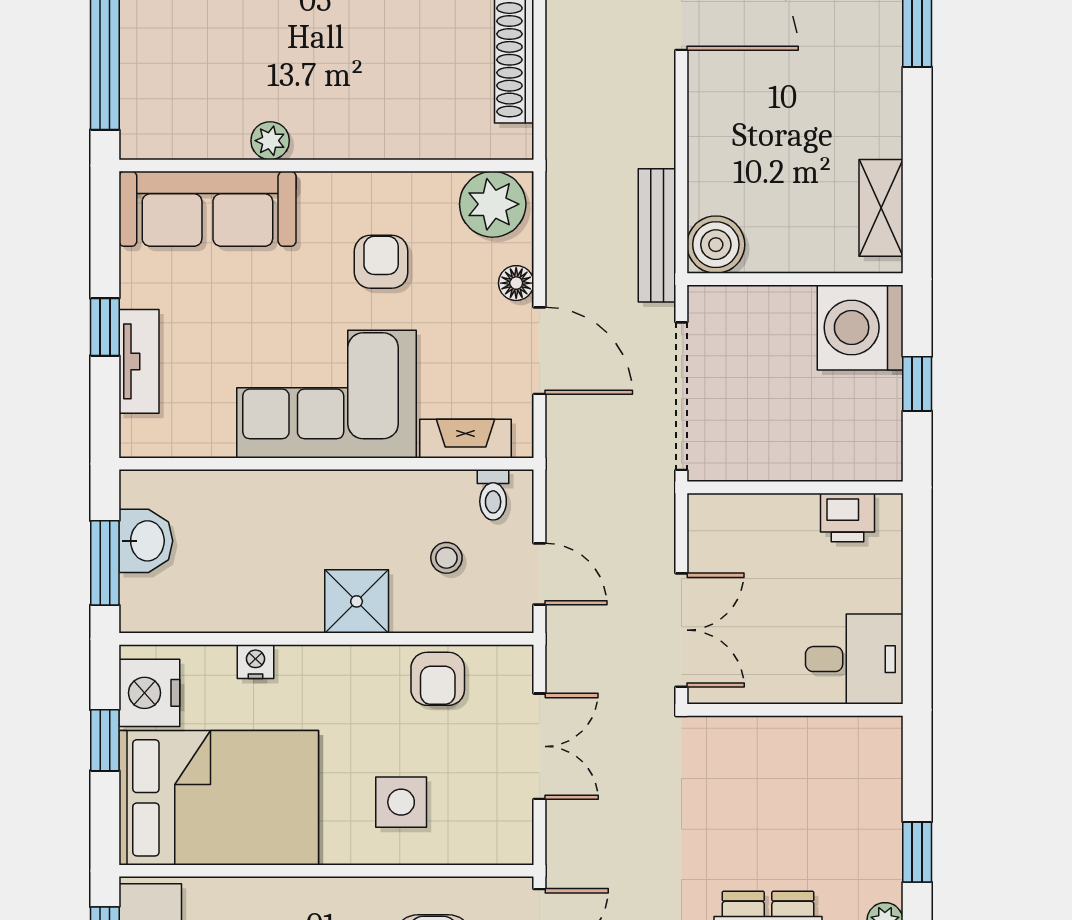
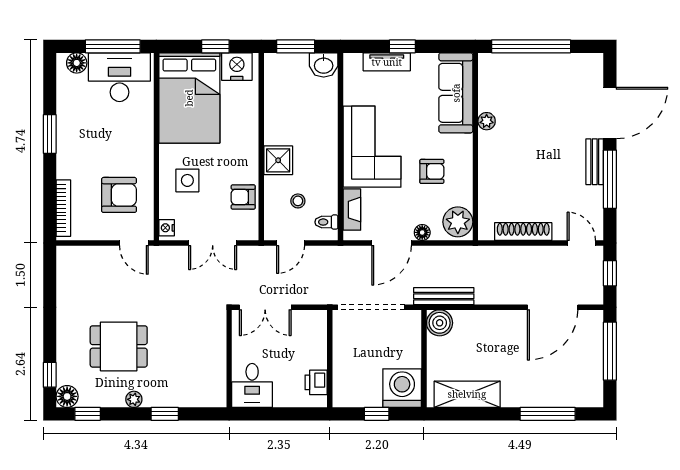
shelving: (881, 208) -> (467, 394), width x1.50, depth x1.33
washbasin: (146, 541) -> (324, 65), moved
nightstand: (256, 662) -> (167, 228), moved, turned 180

